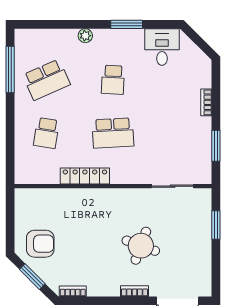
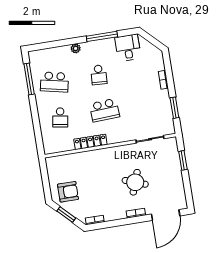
window: (127, 24) -> (102, 36), width x1.44
school desk: (46, 80) -> (54, 82), turned 36

